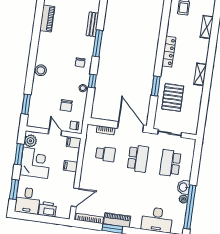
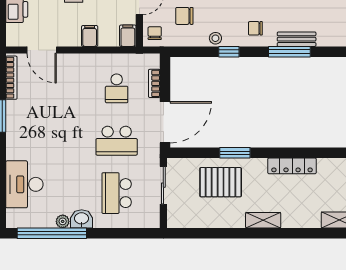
bench: (92, 24) -> (297, 39), moved
school desk: (170, 163) -> (117, 193), turned -90
piano: (117, 220) -> (15, 121), removed

